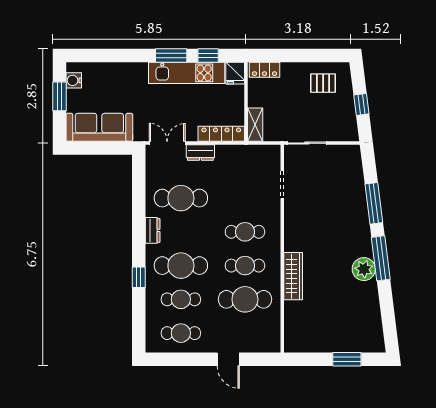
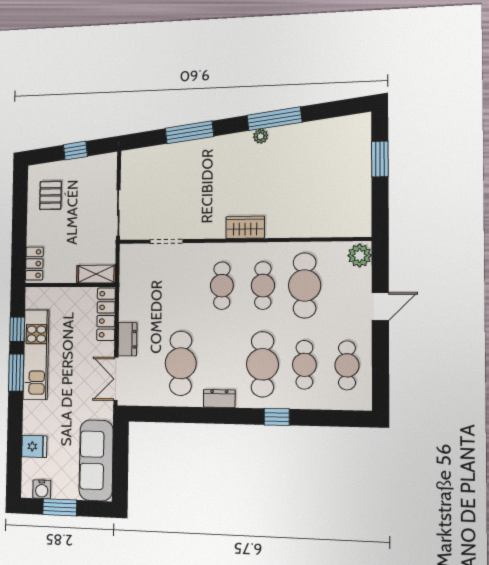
fridge: (235, 73) -> (34, 446), moved
window: (381, 258) -> (274, 119), moved
plant: (364, 269) -> (261, 136), width x0.53, depth x0.53
wardrobe: (293, 276) -> (245, 227), moved, width x0.67
plant: (269, 343) -> (360, 256), added

